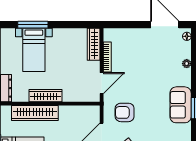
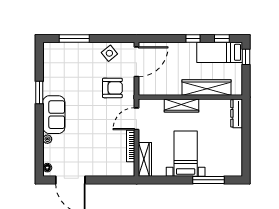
bed with nightstands: (34, 50) -> (186, 154), moved
wardrobe: (46, 96) -> (182, 106), moved
sofa: (181, 105) -> (54, 115), moved

